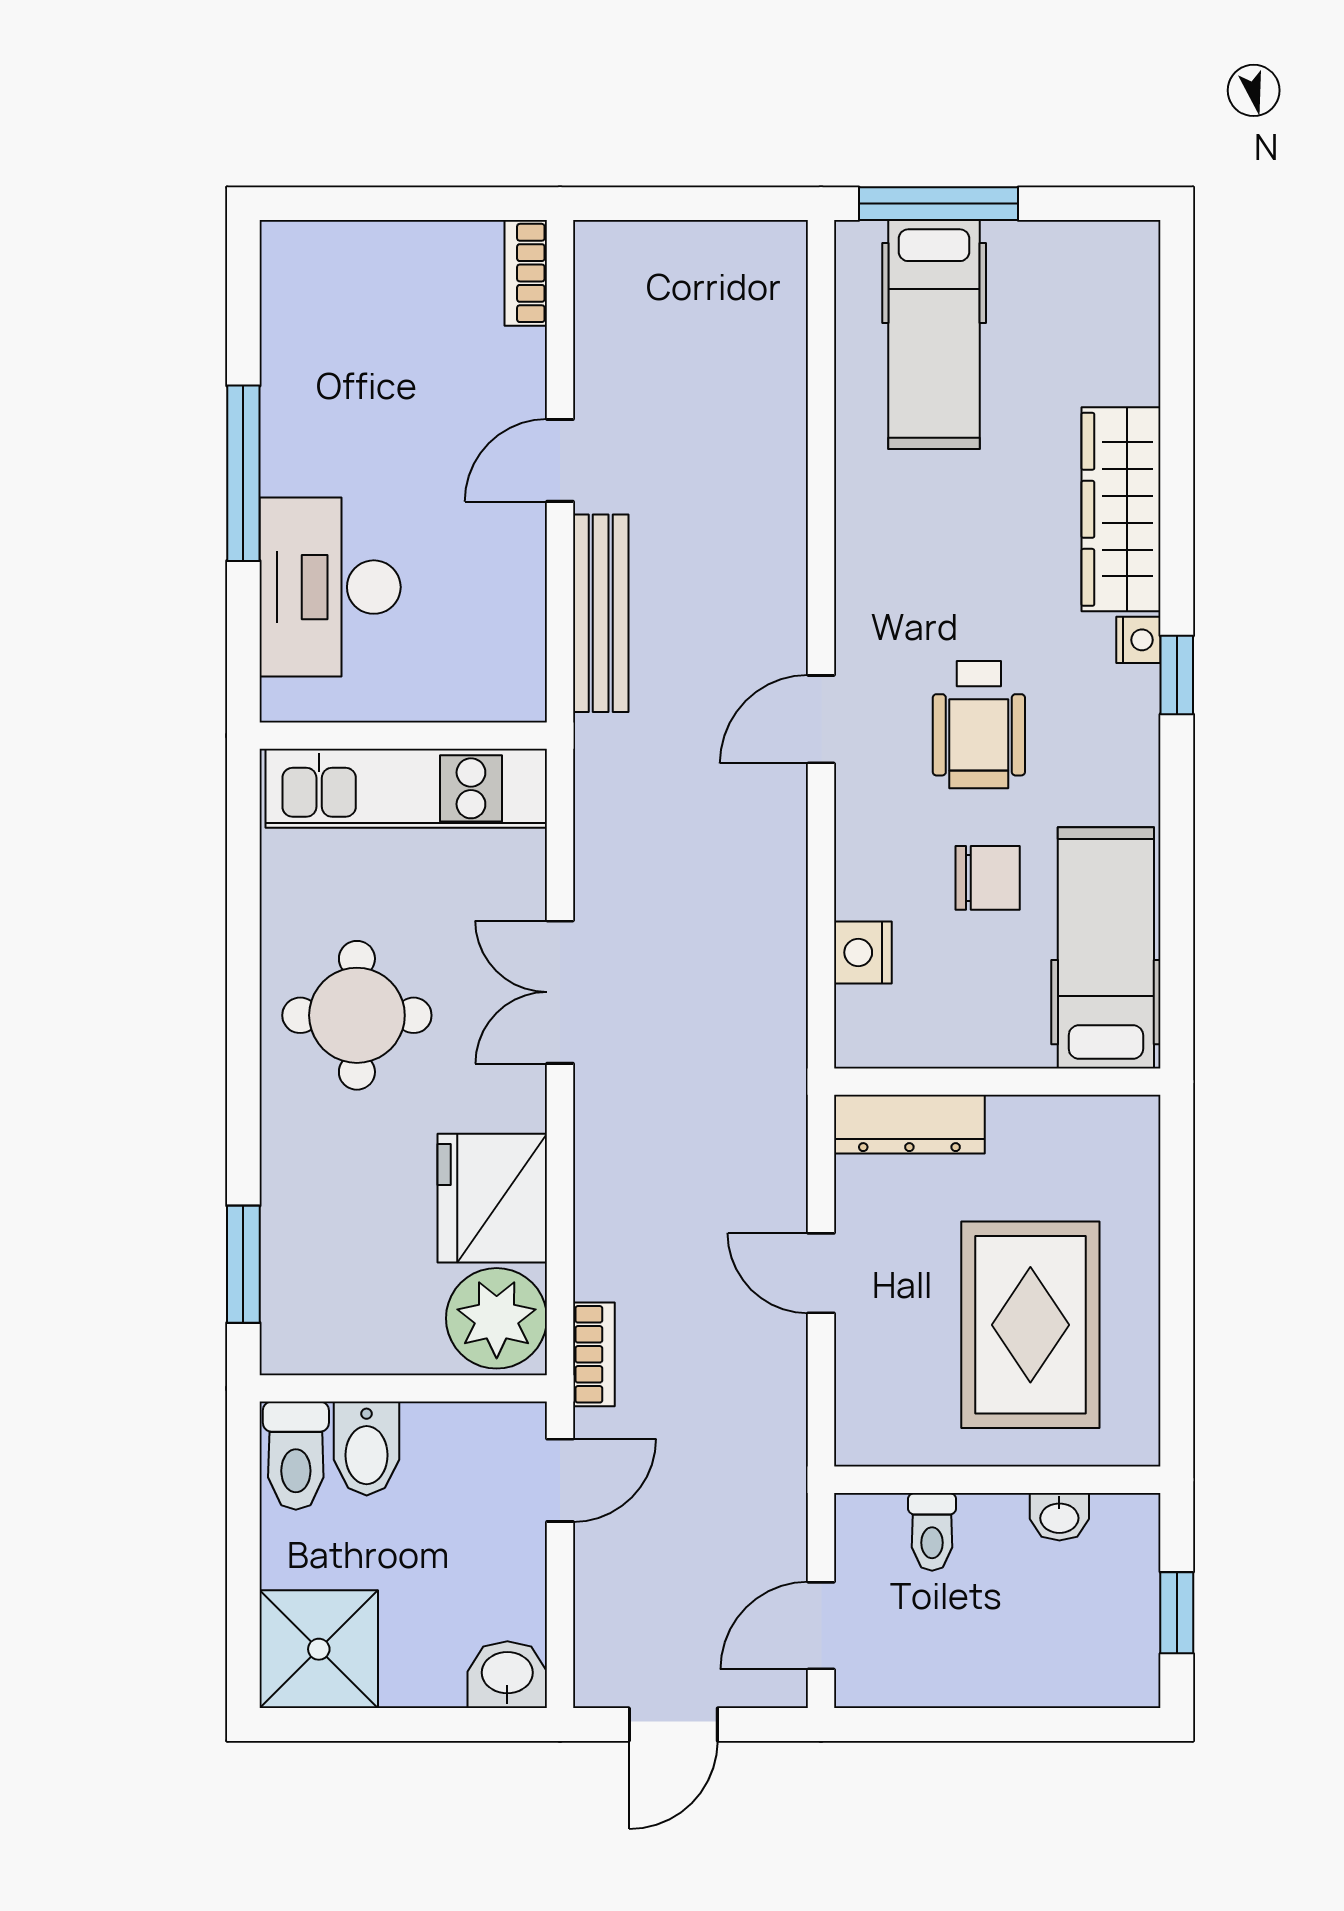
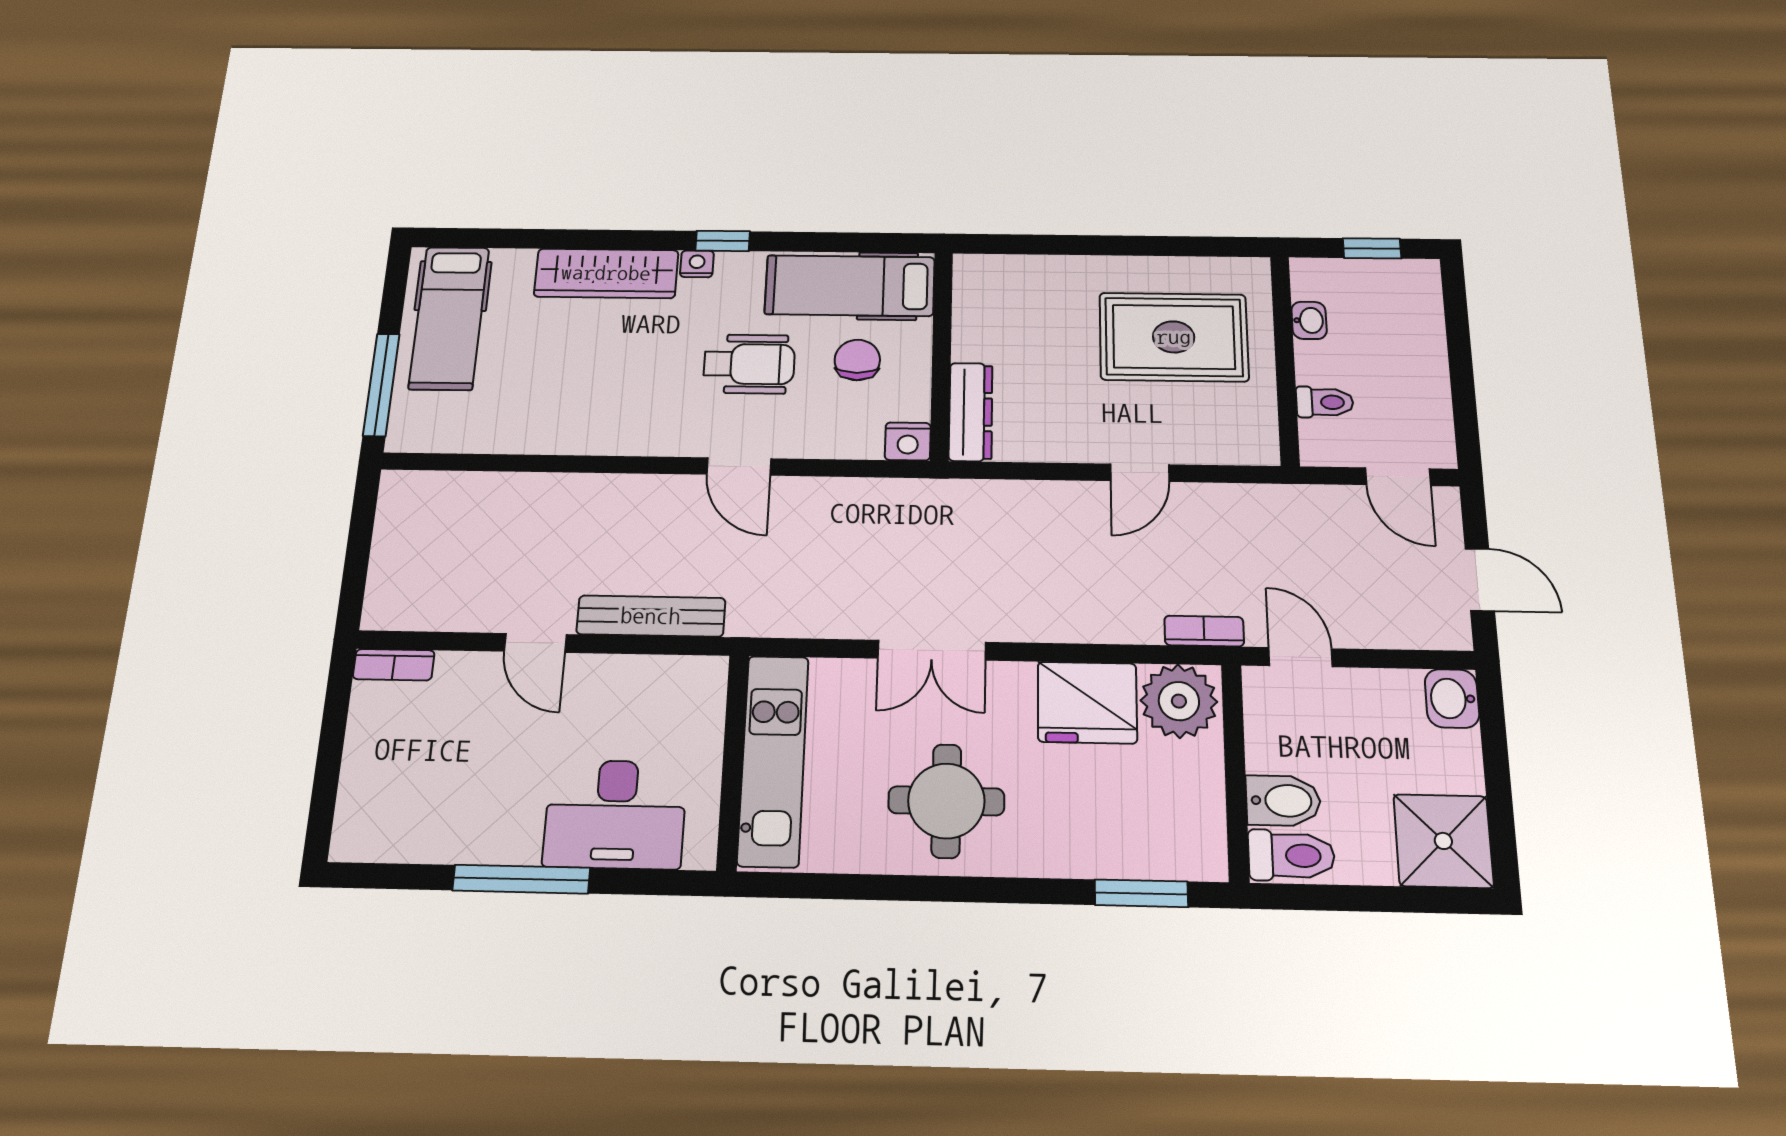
hospital bed: (934, 335) -> (449, 318), moved, turned 90
hospital bed: (1106, 948) -> (850, 286), moved
wall: (997, 1082) -> (941, 355), moved
dresser: (909, 1124) -> (971, 412), moved

